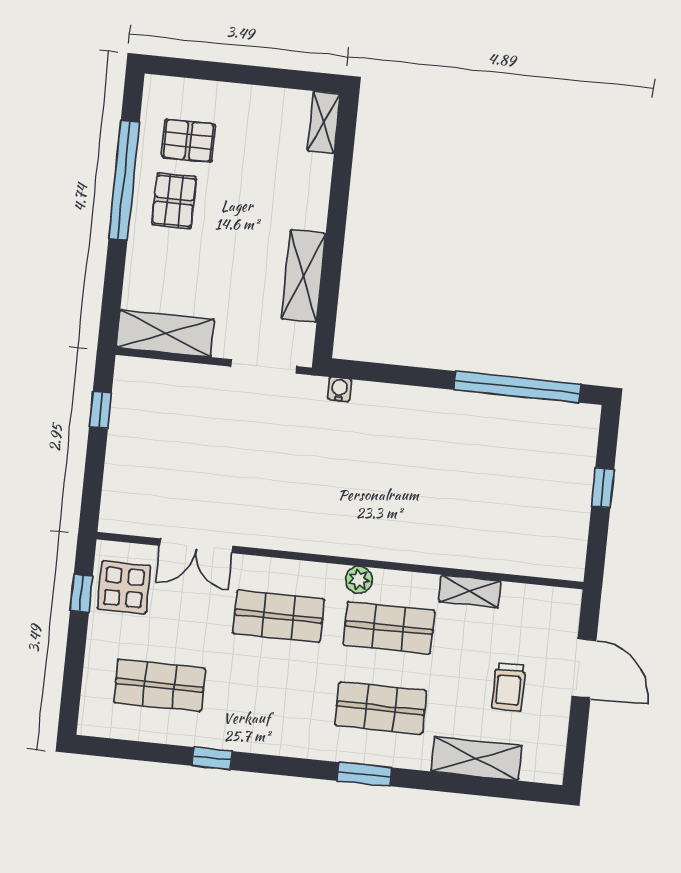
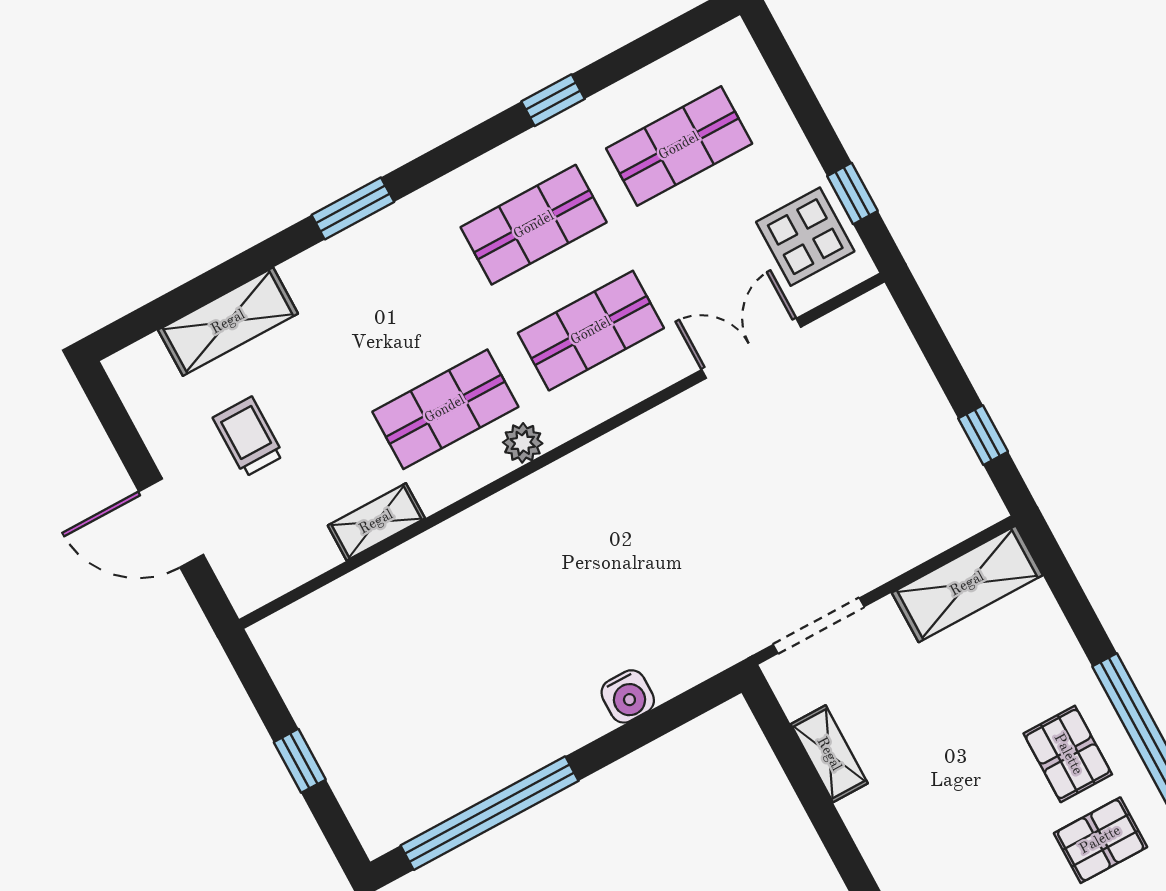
shelving: (303, 276) -> (829, 754), width x0.67, depth x0.75
water cooler: (339, 389) -> (628, 696), moved, width x1.38, depth x1.38
shop shelf: (381, 708) -> (534, 225), moved

